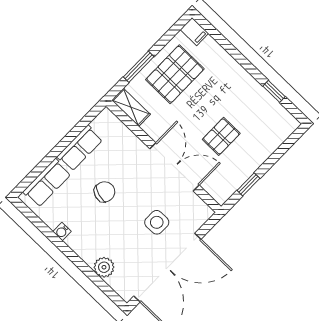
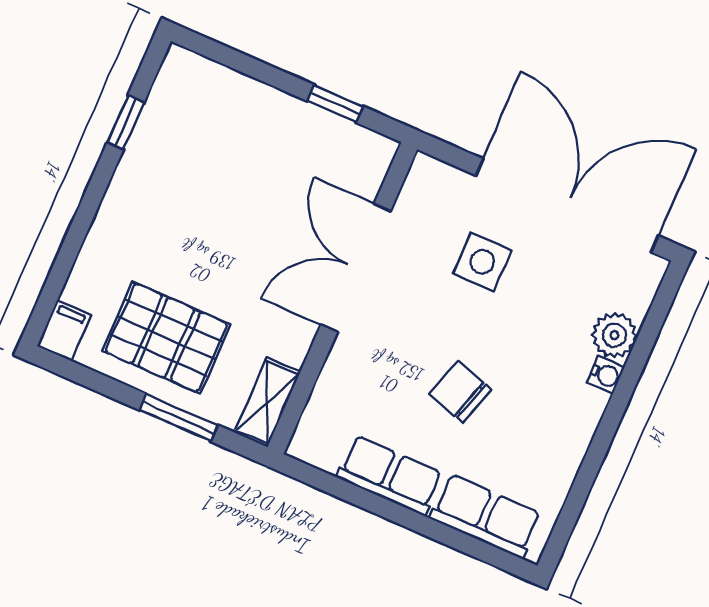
pallet: (221, 136) -> (258, 196), removed
water cooler: (62, 231) -> (606, 375), moved

